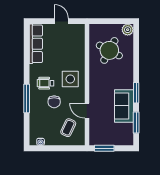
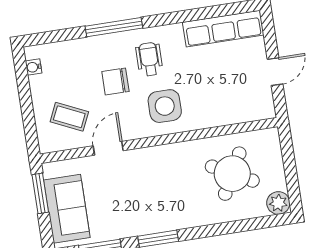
sofa: (124, 106) -> (67, 209), moved, turned 90

